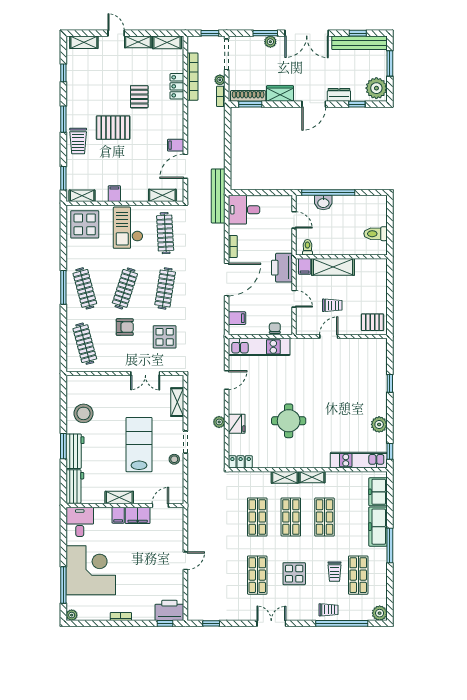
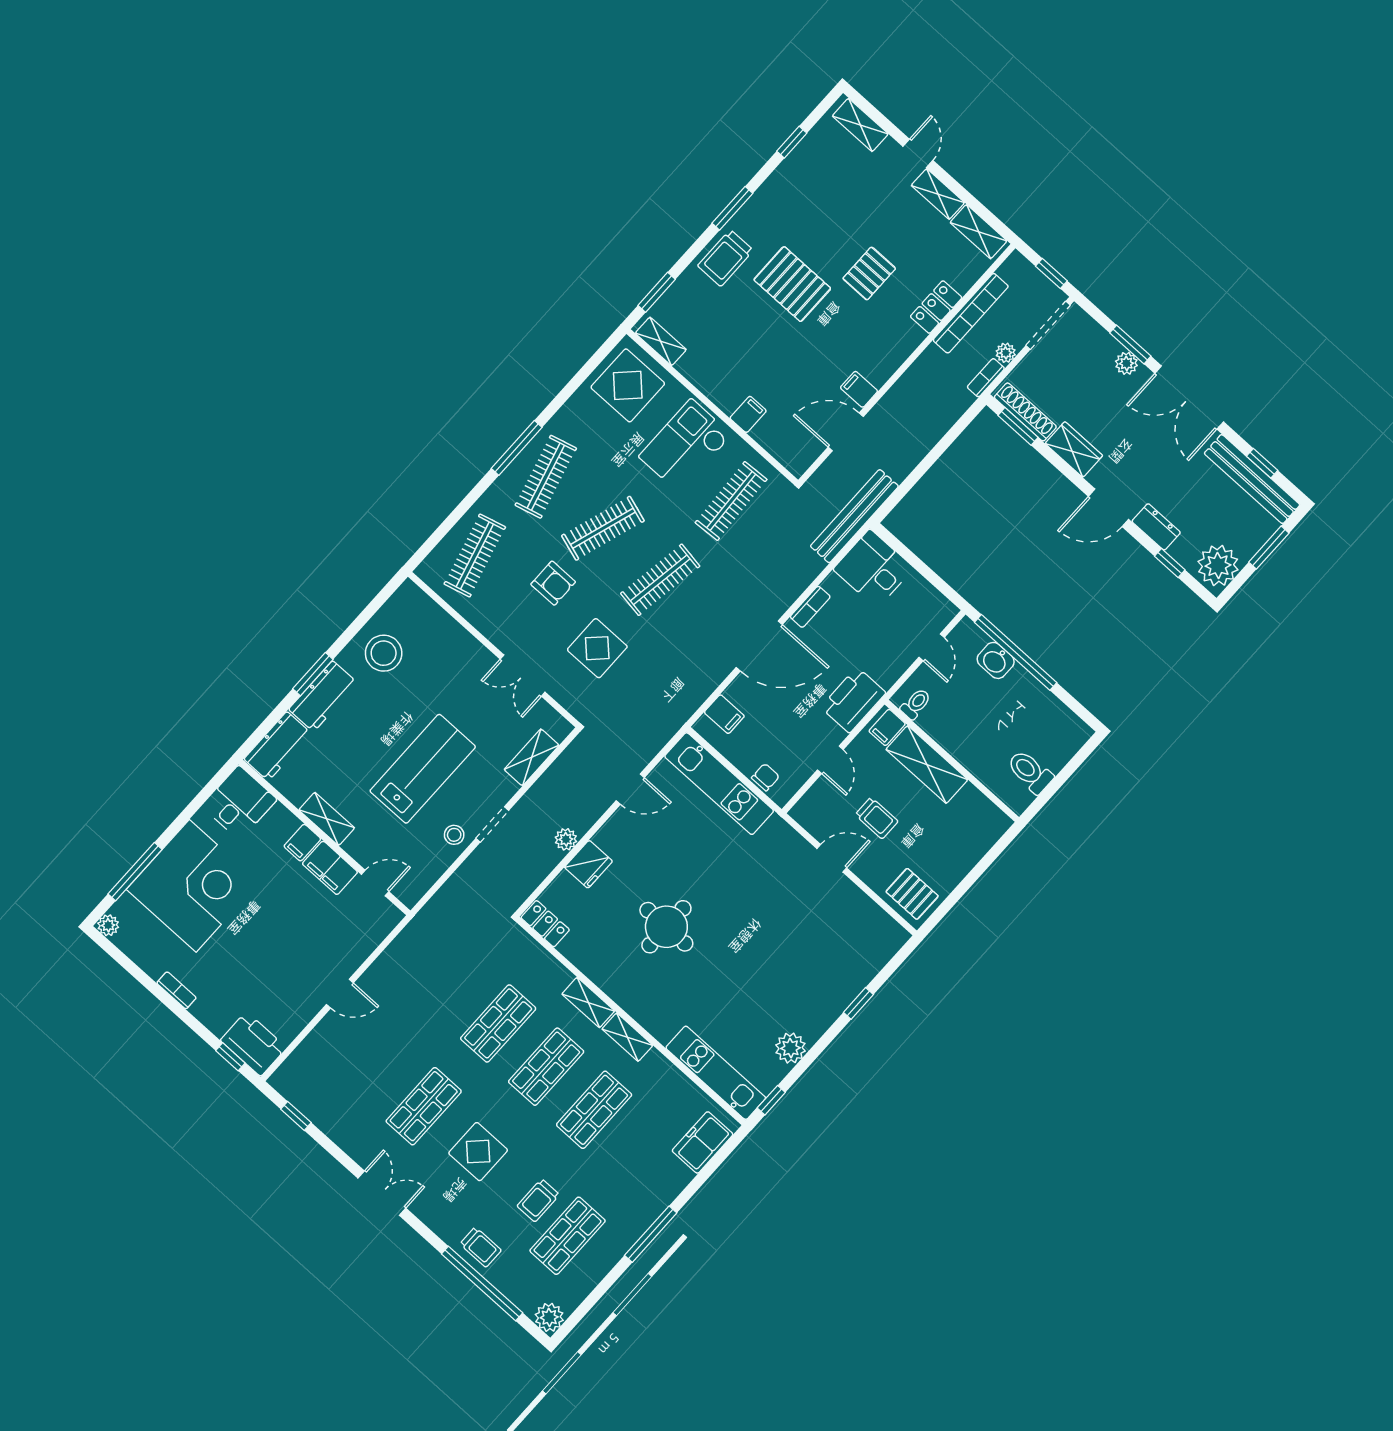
filing cabinet: (114, 194) -> (748, 414), moved
shelving: (162, 195) -> (776, 444), removed
freezer: (378, 527) -> (658, 1192), removed

